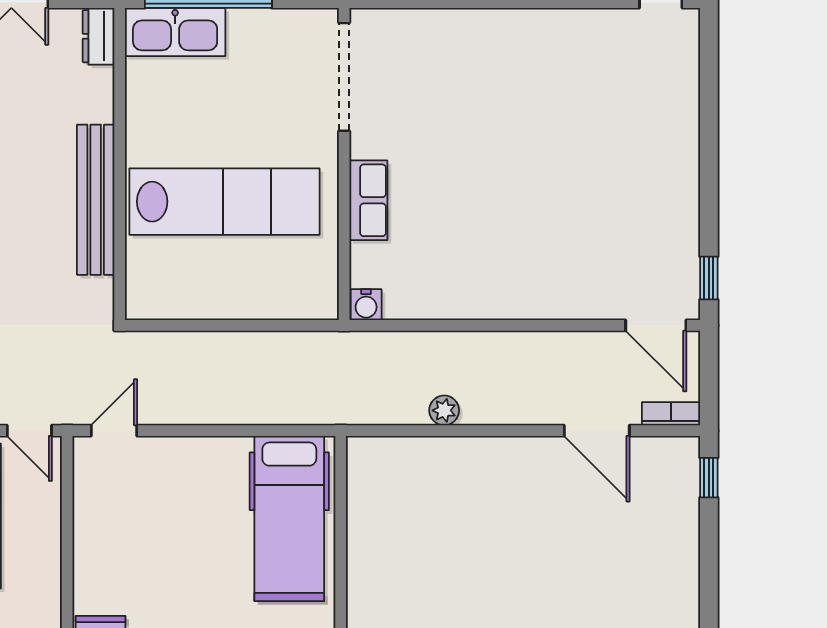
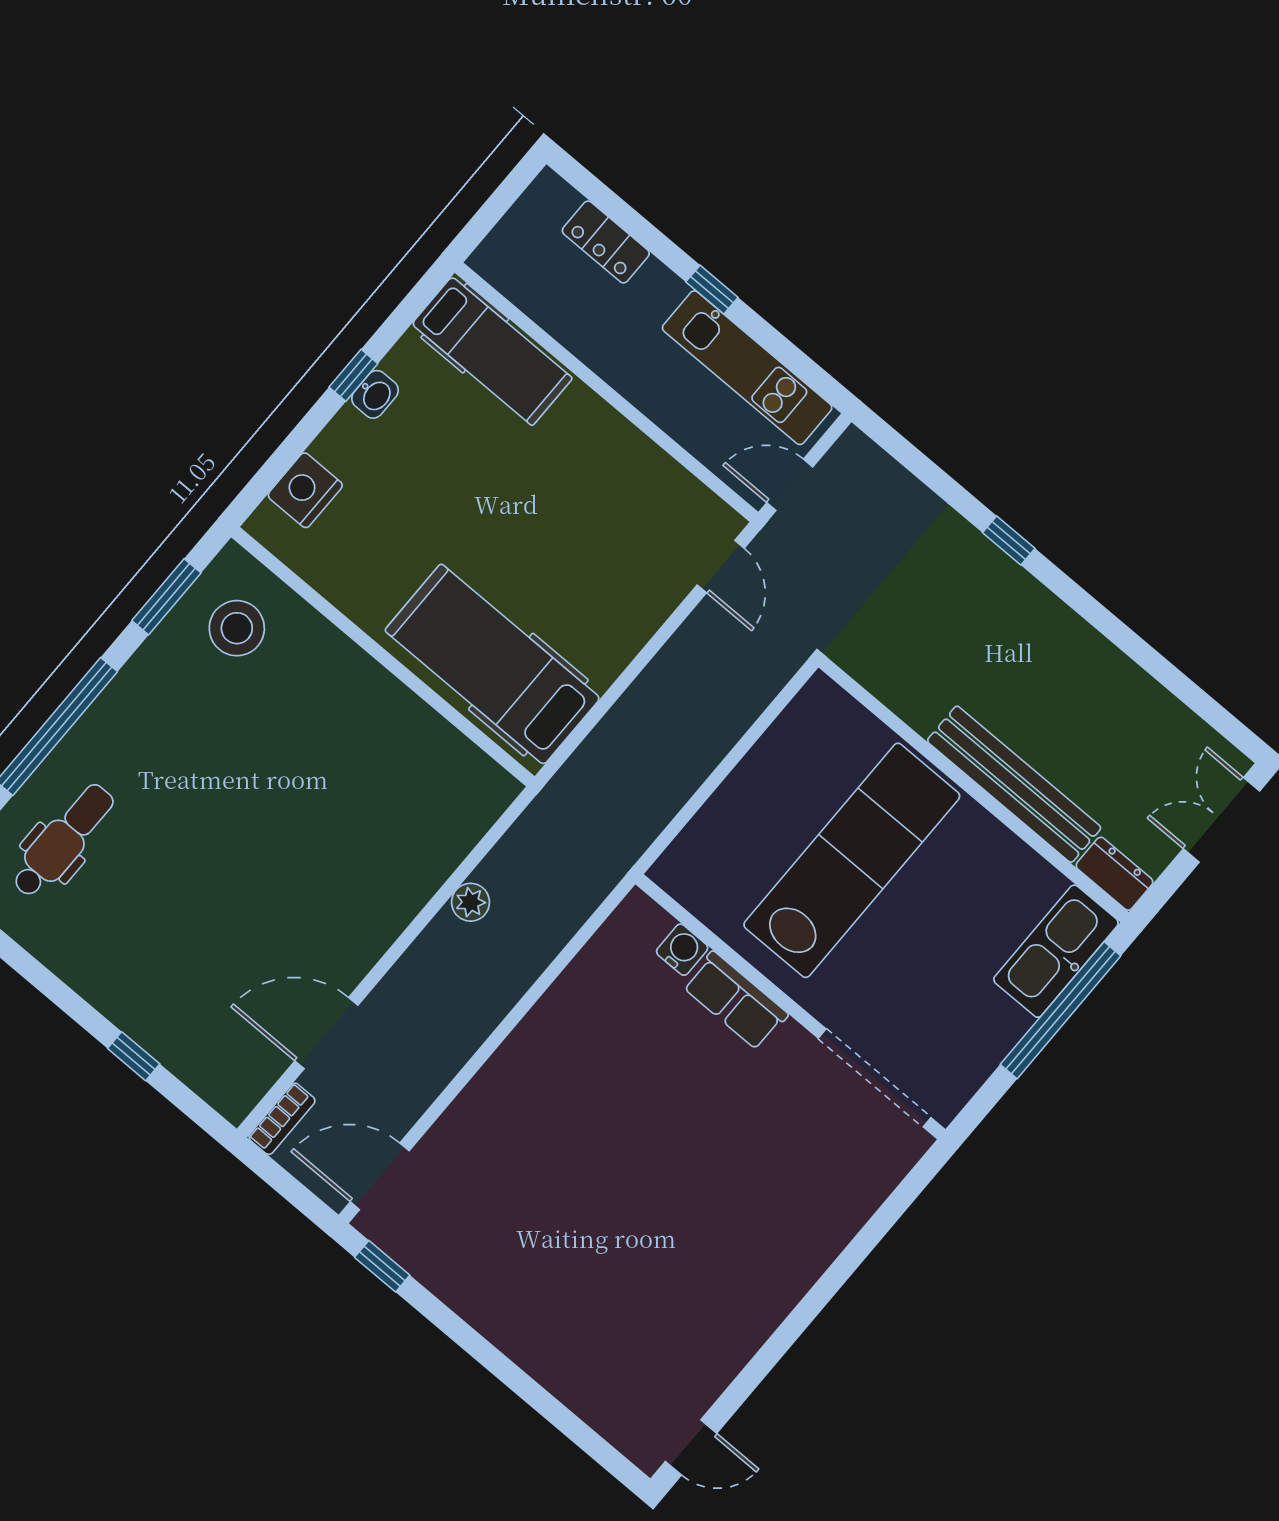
bench: (96, 200) -> (1014, 784), moved
lab bench: (224, 202) -> (852, 860), turned 180
water cooler: (366, 305) -> (682, 950), moved, turned 90
window: (709, 478) -> (134, 1056), moved

